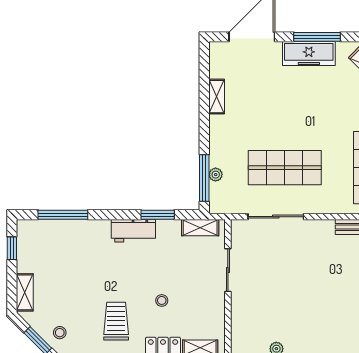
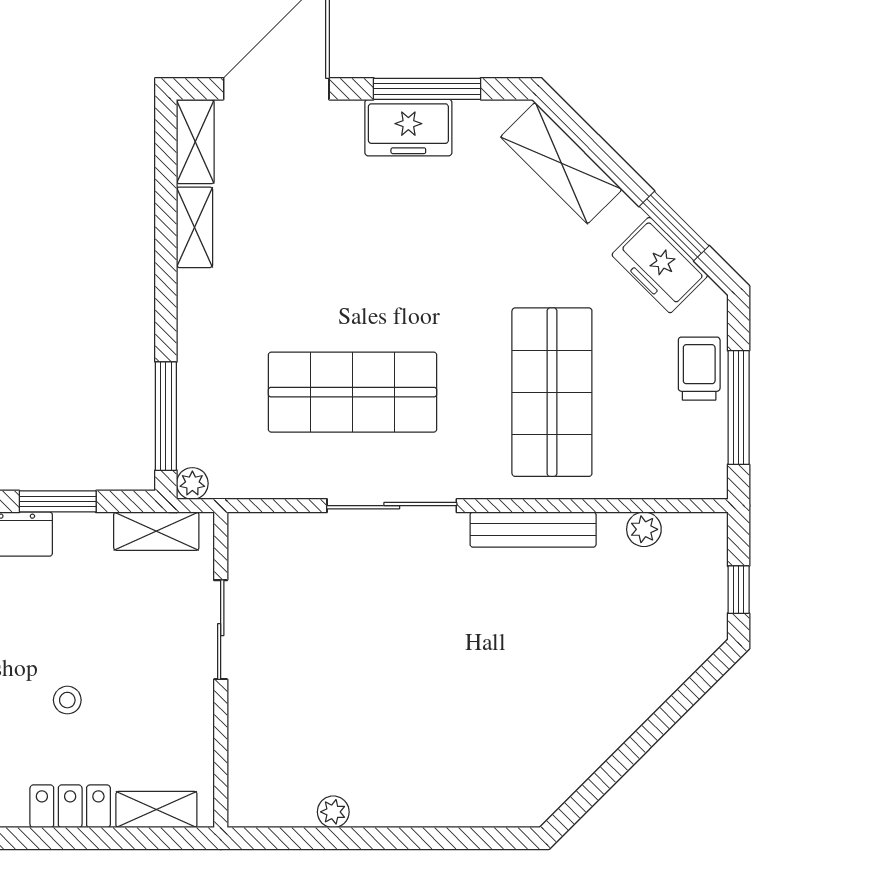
freezer: (309, 54) -> (408, 128), width x0.71
shelving: (217, 60) -> (195, 142), added
plant: (216, 175) -> (192, 483), moved
sliding door: (276, 217) -> (392, 506), moved

